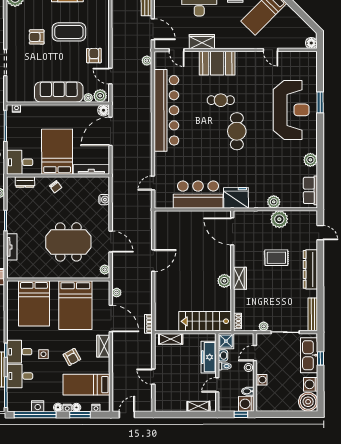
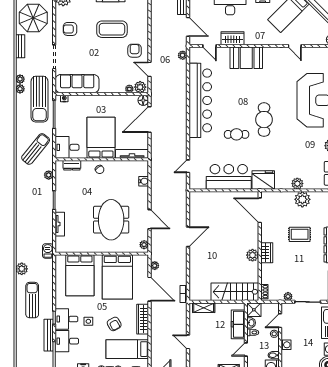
armchair: (37, 37) -> (70, 29), moved
sofa: (59, 92) -> (77, 84), moved
cafe table: (221, 100) -> (237, 134), moved
meeting table: (68, 242) -> (111, 220), turned 90
wardrobe: (103, 346) -> (143, 319), width x1.50

